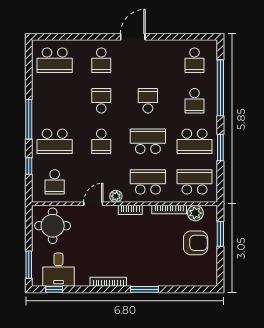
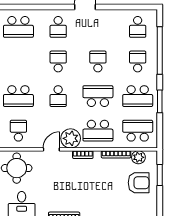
school desk: (194, 101) -> (138, 61), turned 180
school desk: (55, 182) -> (18, 131), turned 180
school desk: (148, 182) -> (98, 131), turned 180
plant: (116, 196) -> (71, 138), width x1.88, depth x1.88

